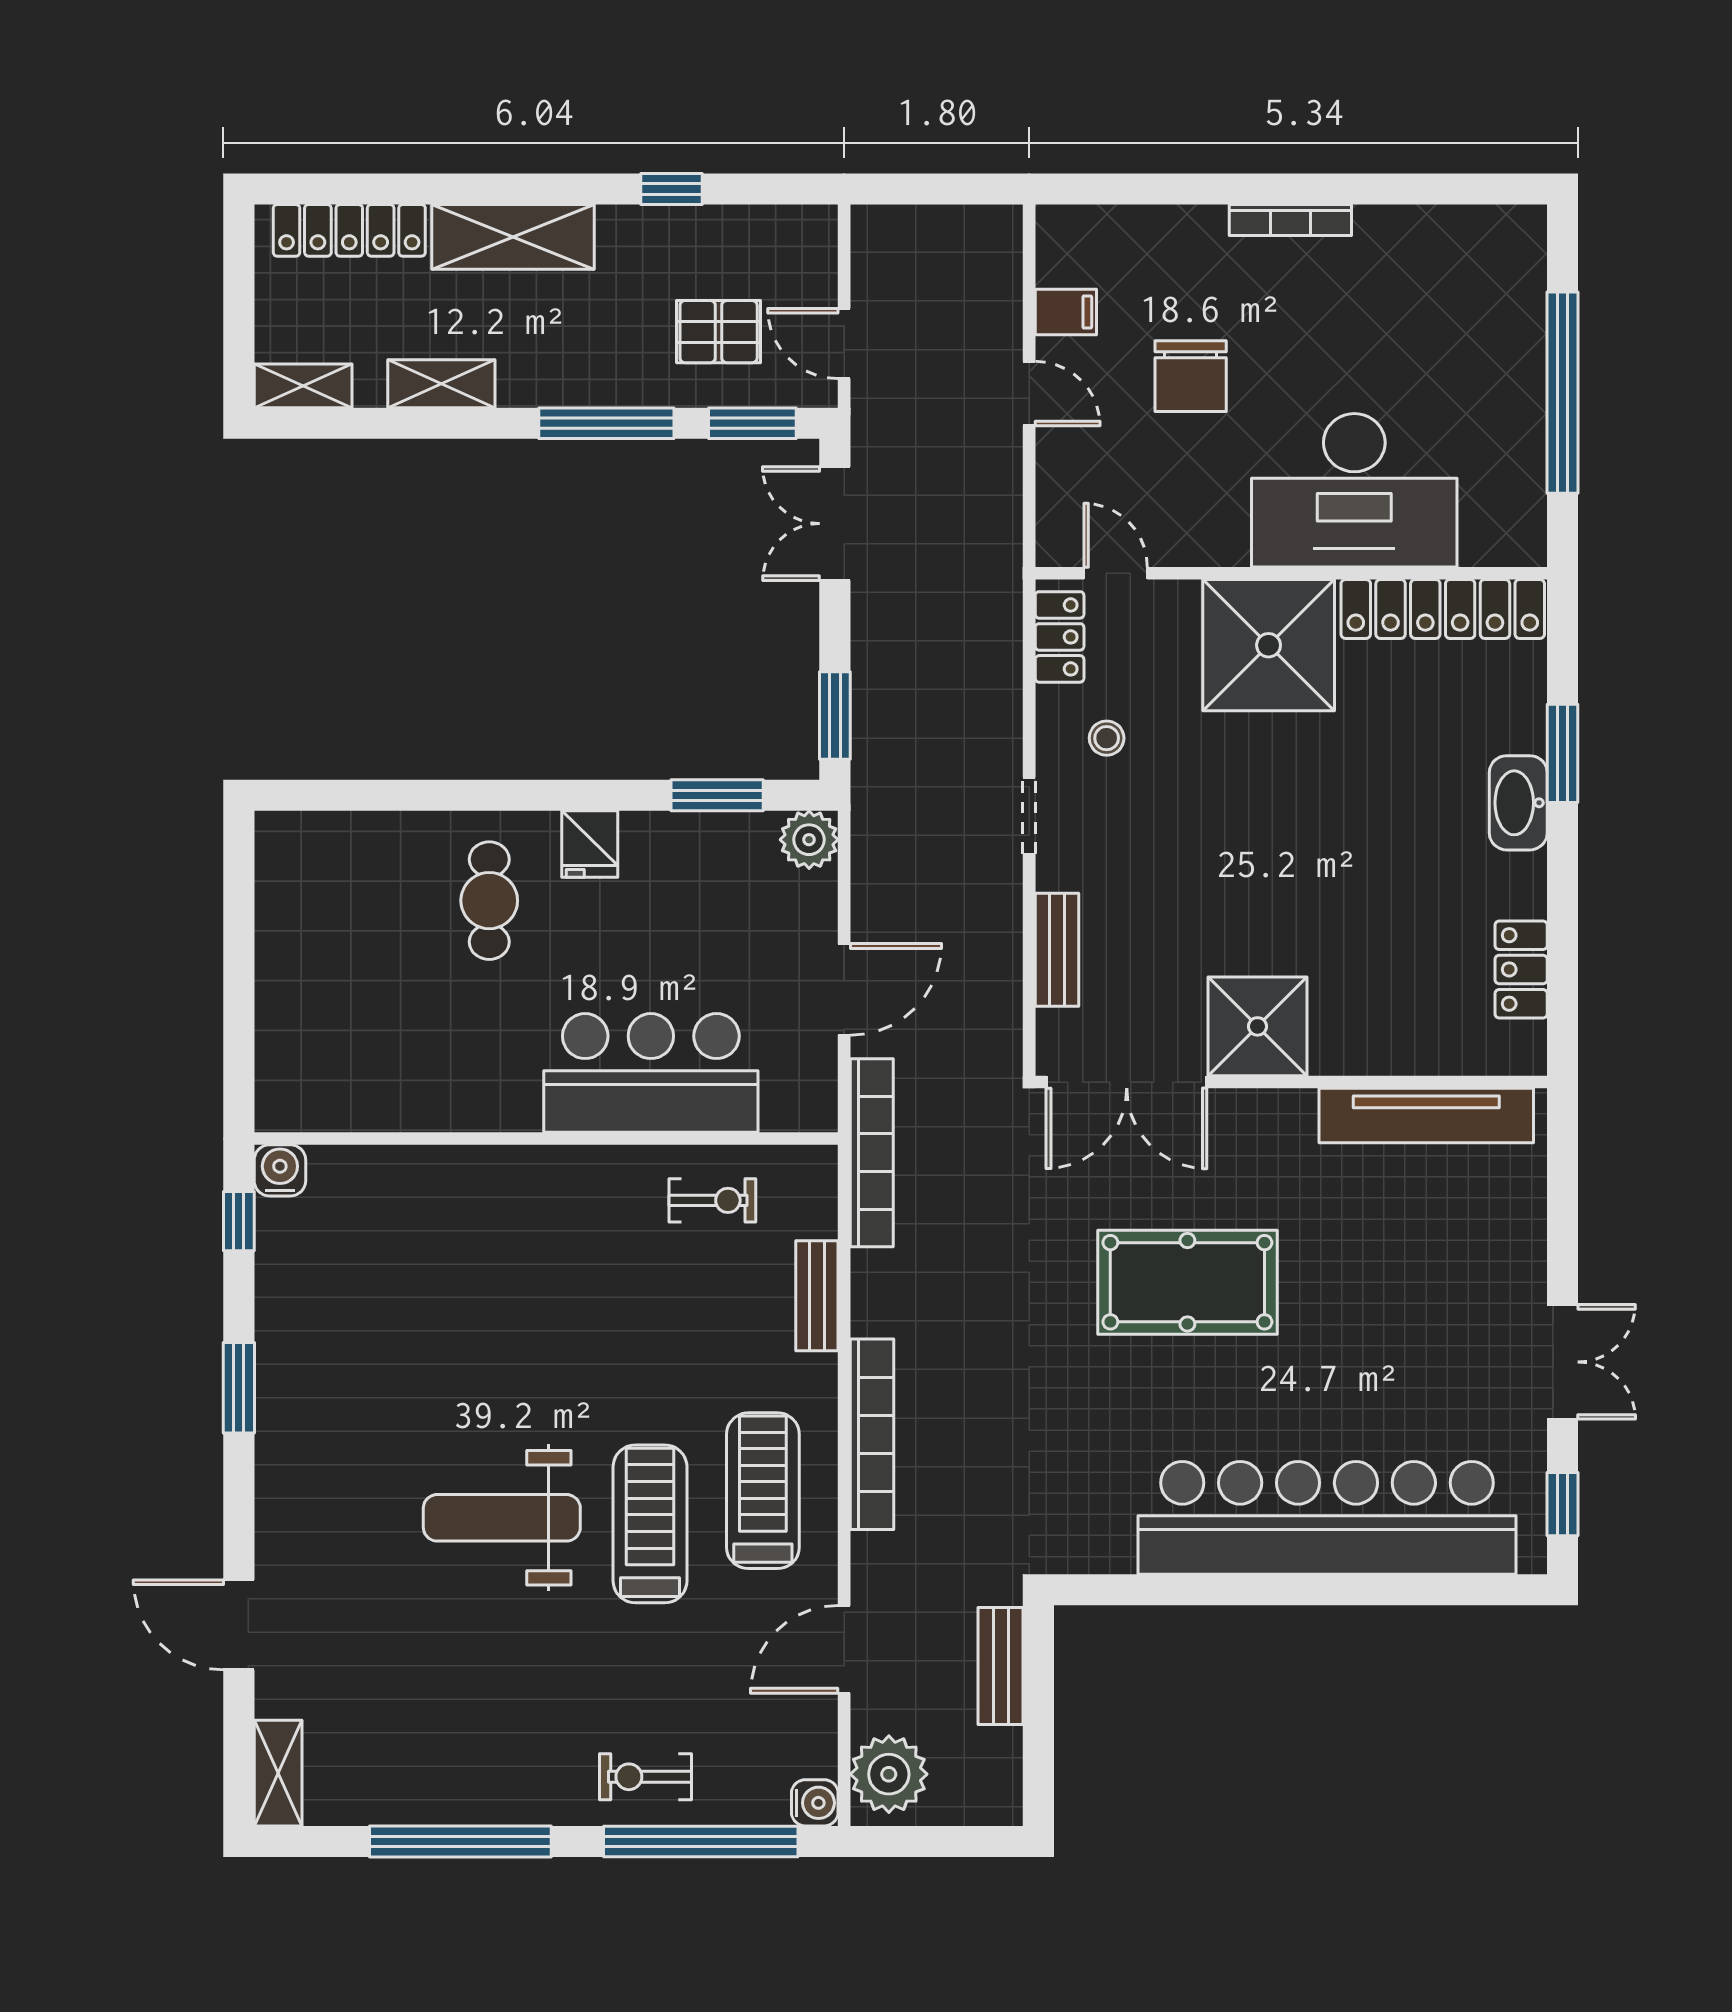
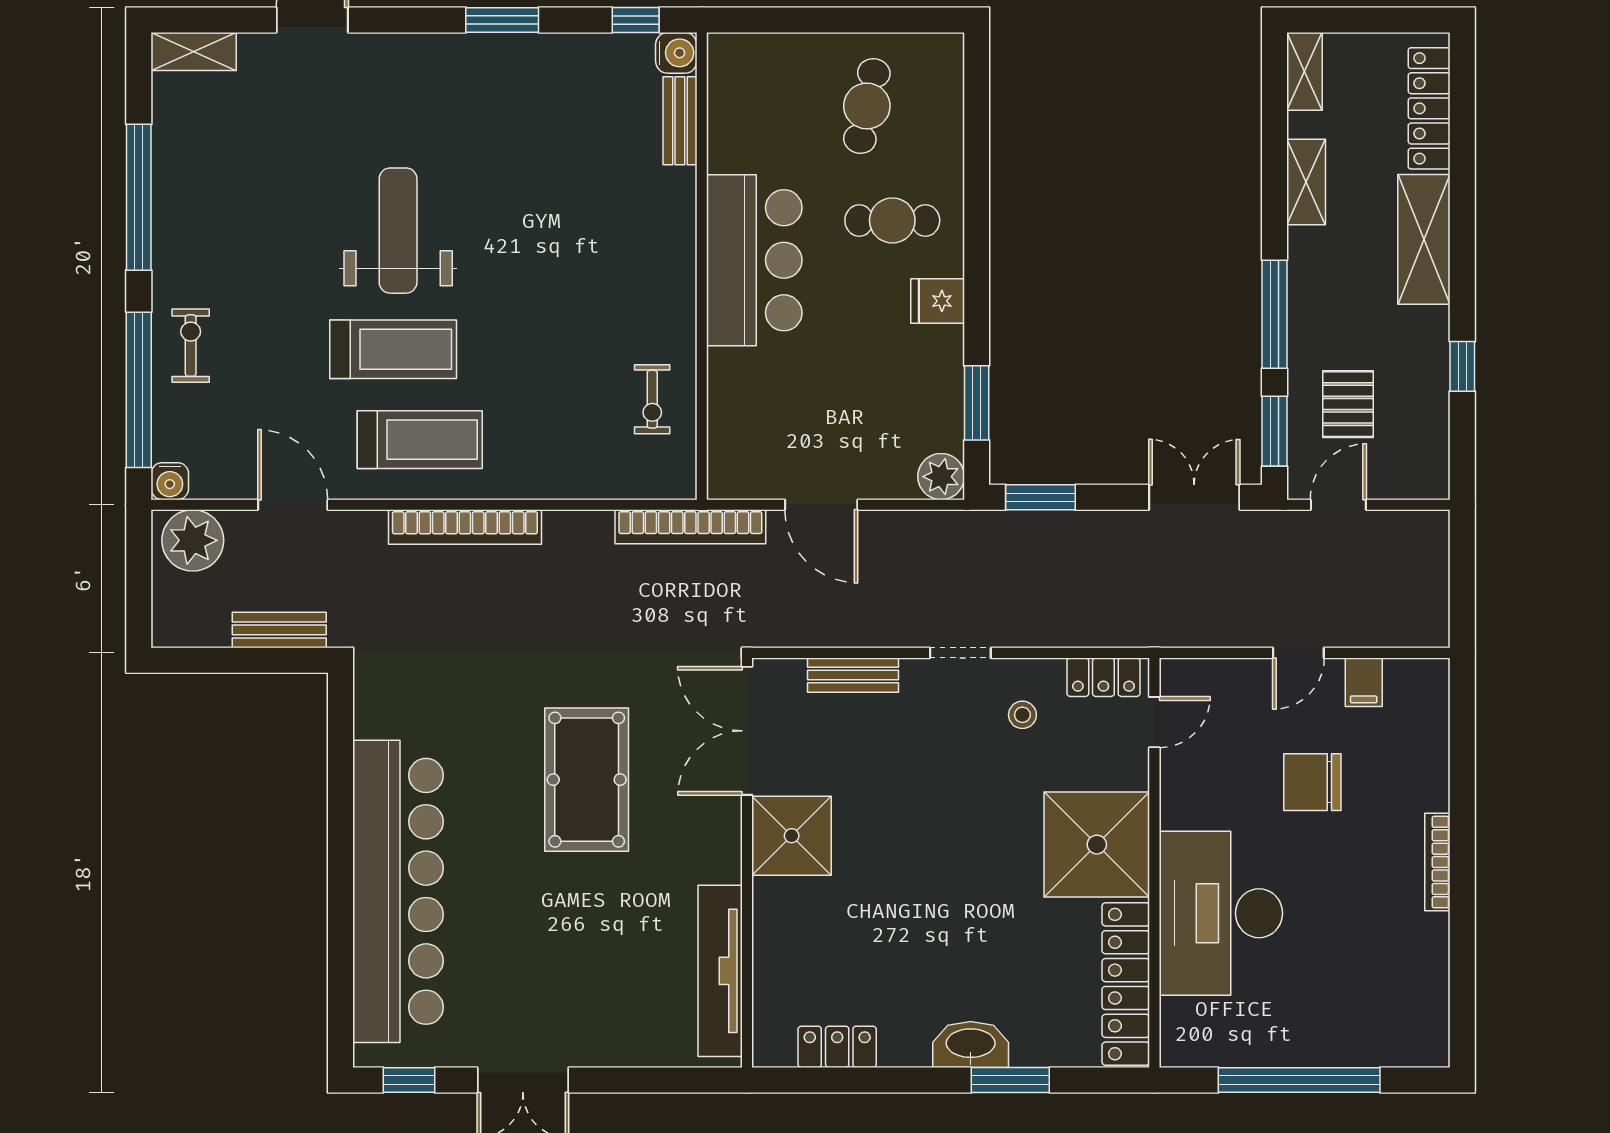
cafe table: (346, 932) -> (867, 106), added
bar counter: (651, 1073) -> (754, 260), moved
bench: (817, 1296) -> (680, 121), moved, turned 90

